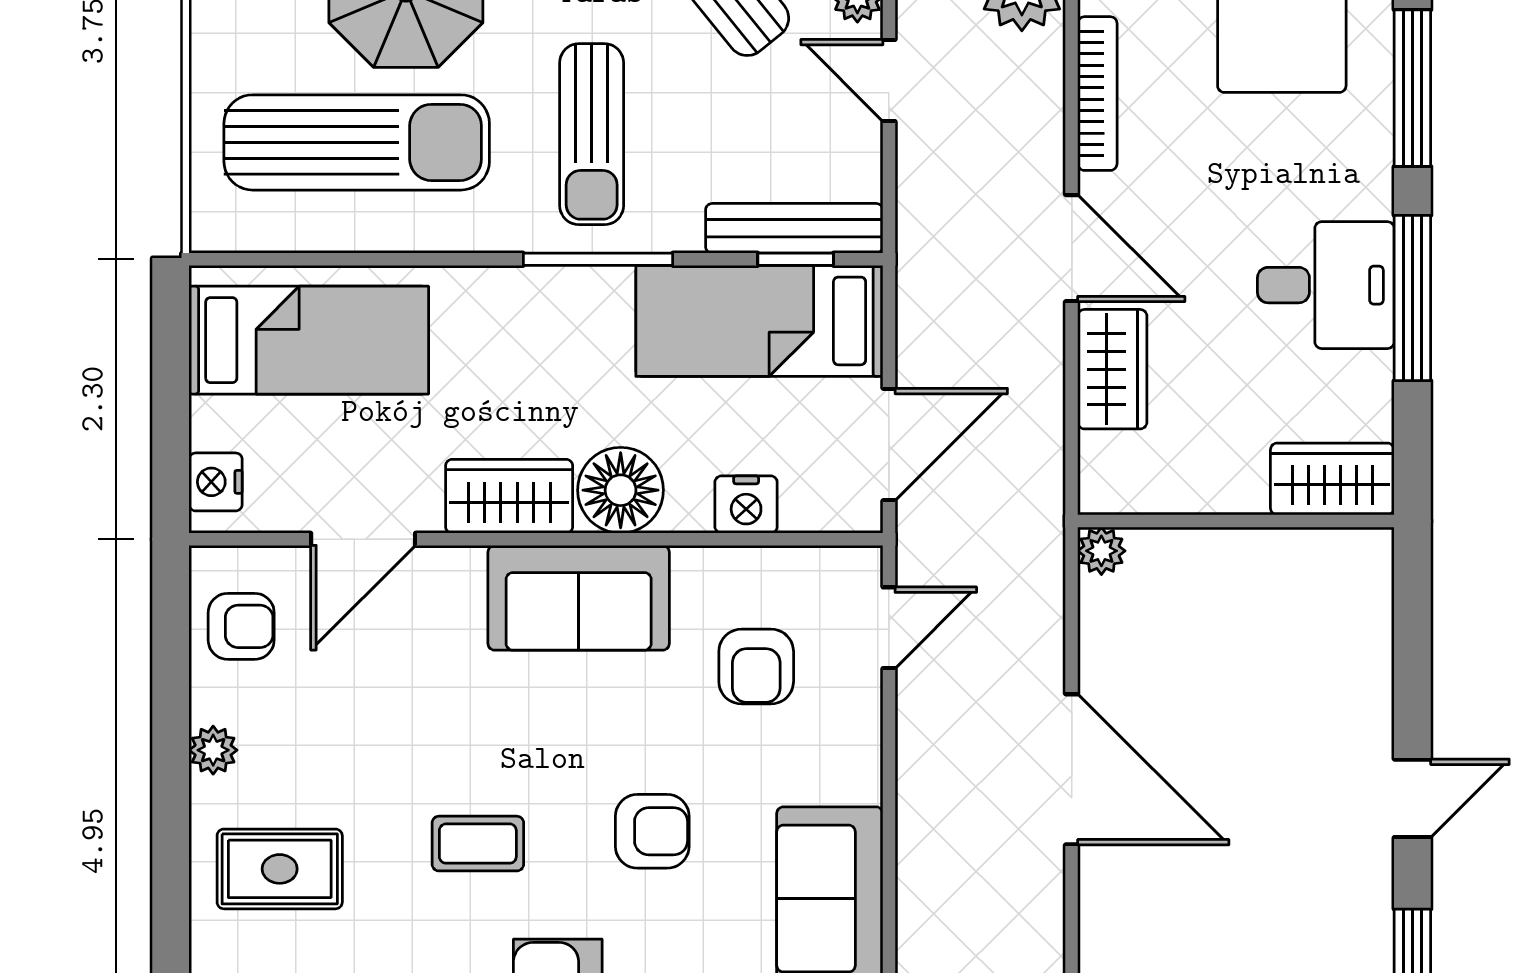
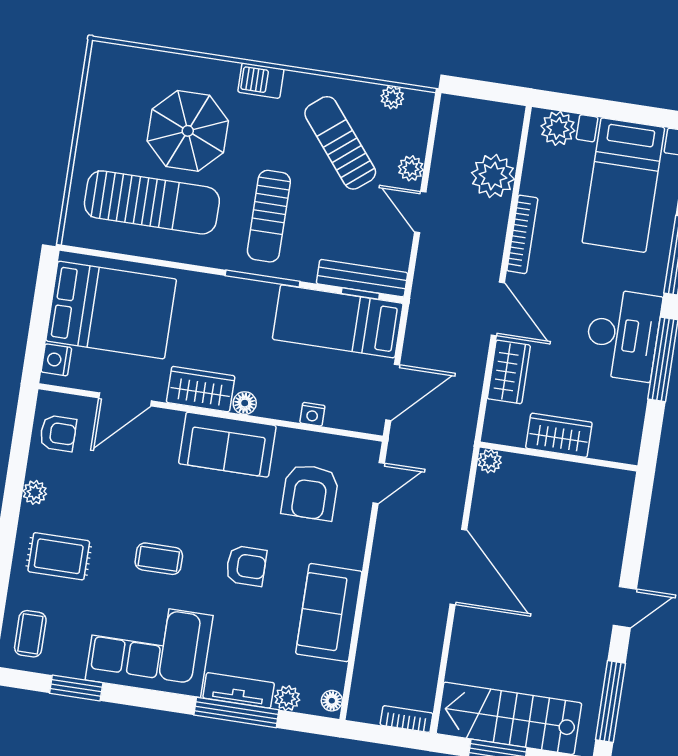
desk: (1326, 285) -> (623, 335), width x1.37
bed: (309, 340) -> (111, 310), width x1.50
wardrobe: (1332, 479) -> (559, 435), moved
floor lamp: (621, 490) -> (245, 403), width x0.53, depth x0.53
nightstand: (746, 504) -> (312, 414), width x0.72, depth x0.74
armchair: (756, 667) -> (310, 492), width x1.38, depth x1.38

